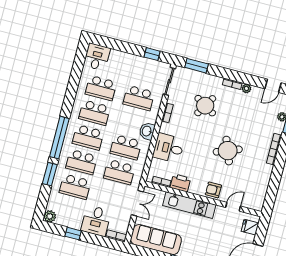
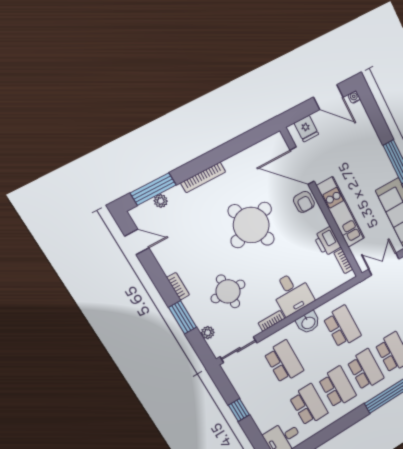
window: (152, 54) -> (239, 410), moved
window: (197, 66) -> (183, 317), moved
plant: (246, 88) -> (208, 333), moved
round table: (205, 106) -> (228, 291), turned -31
desk: (168, 148) -> (292, 293), moved
round table: (228, 151) -> (251, 225), width x1.36, depth x1.36
school desk: (119, 172) -> (370, 310), removed
door: (233, 207) -> (302, 166), width x1.88

